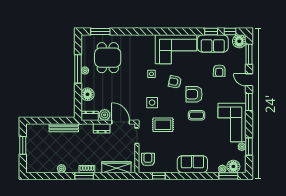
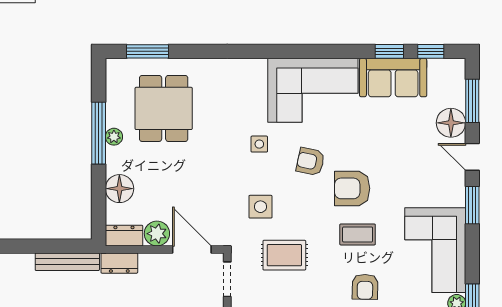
floor lamp: (239, 41) -> (451, 123), moved
armchair: (219, 71) -> (365, 287), moved
dresser: (102, 128) -> (119, 263), moved

